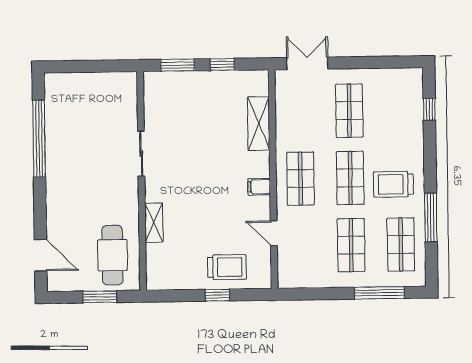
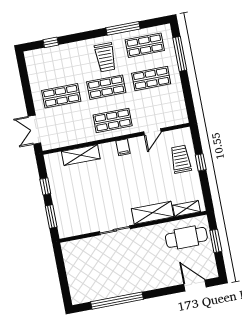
shelving: (154, 223) -> (153, 213), width x1.50, depth x1.33
door: (41, 255) -> (195, 286), hinge flipped
shelving: (154, 263) -> (187, 209), added

